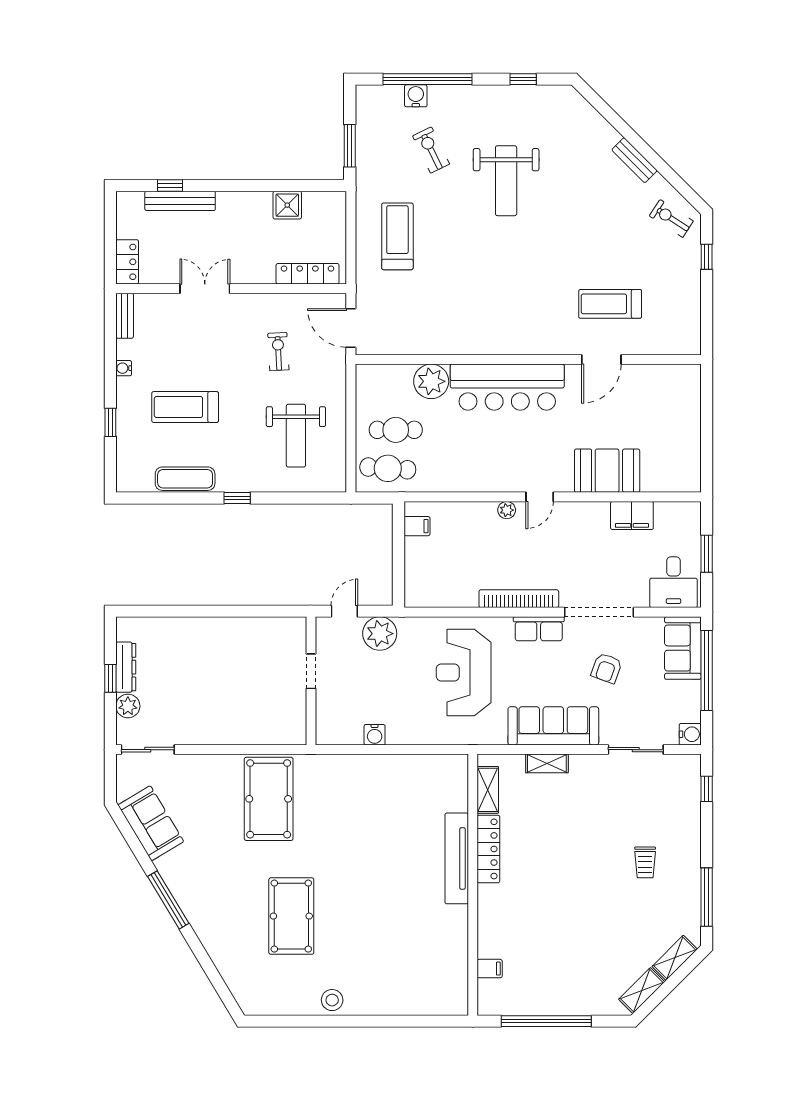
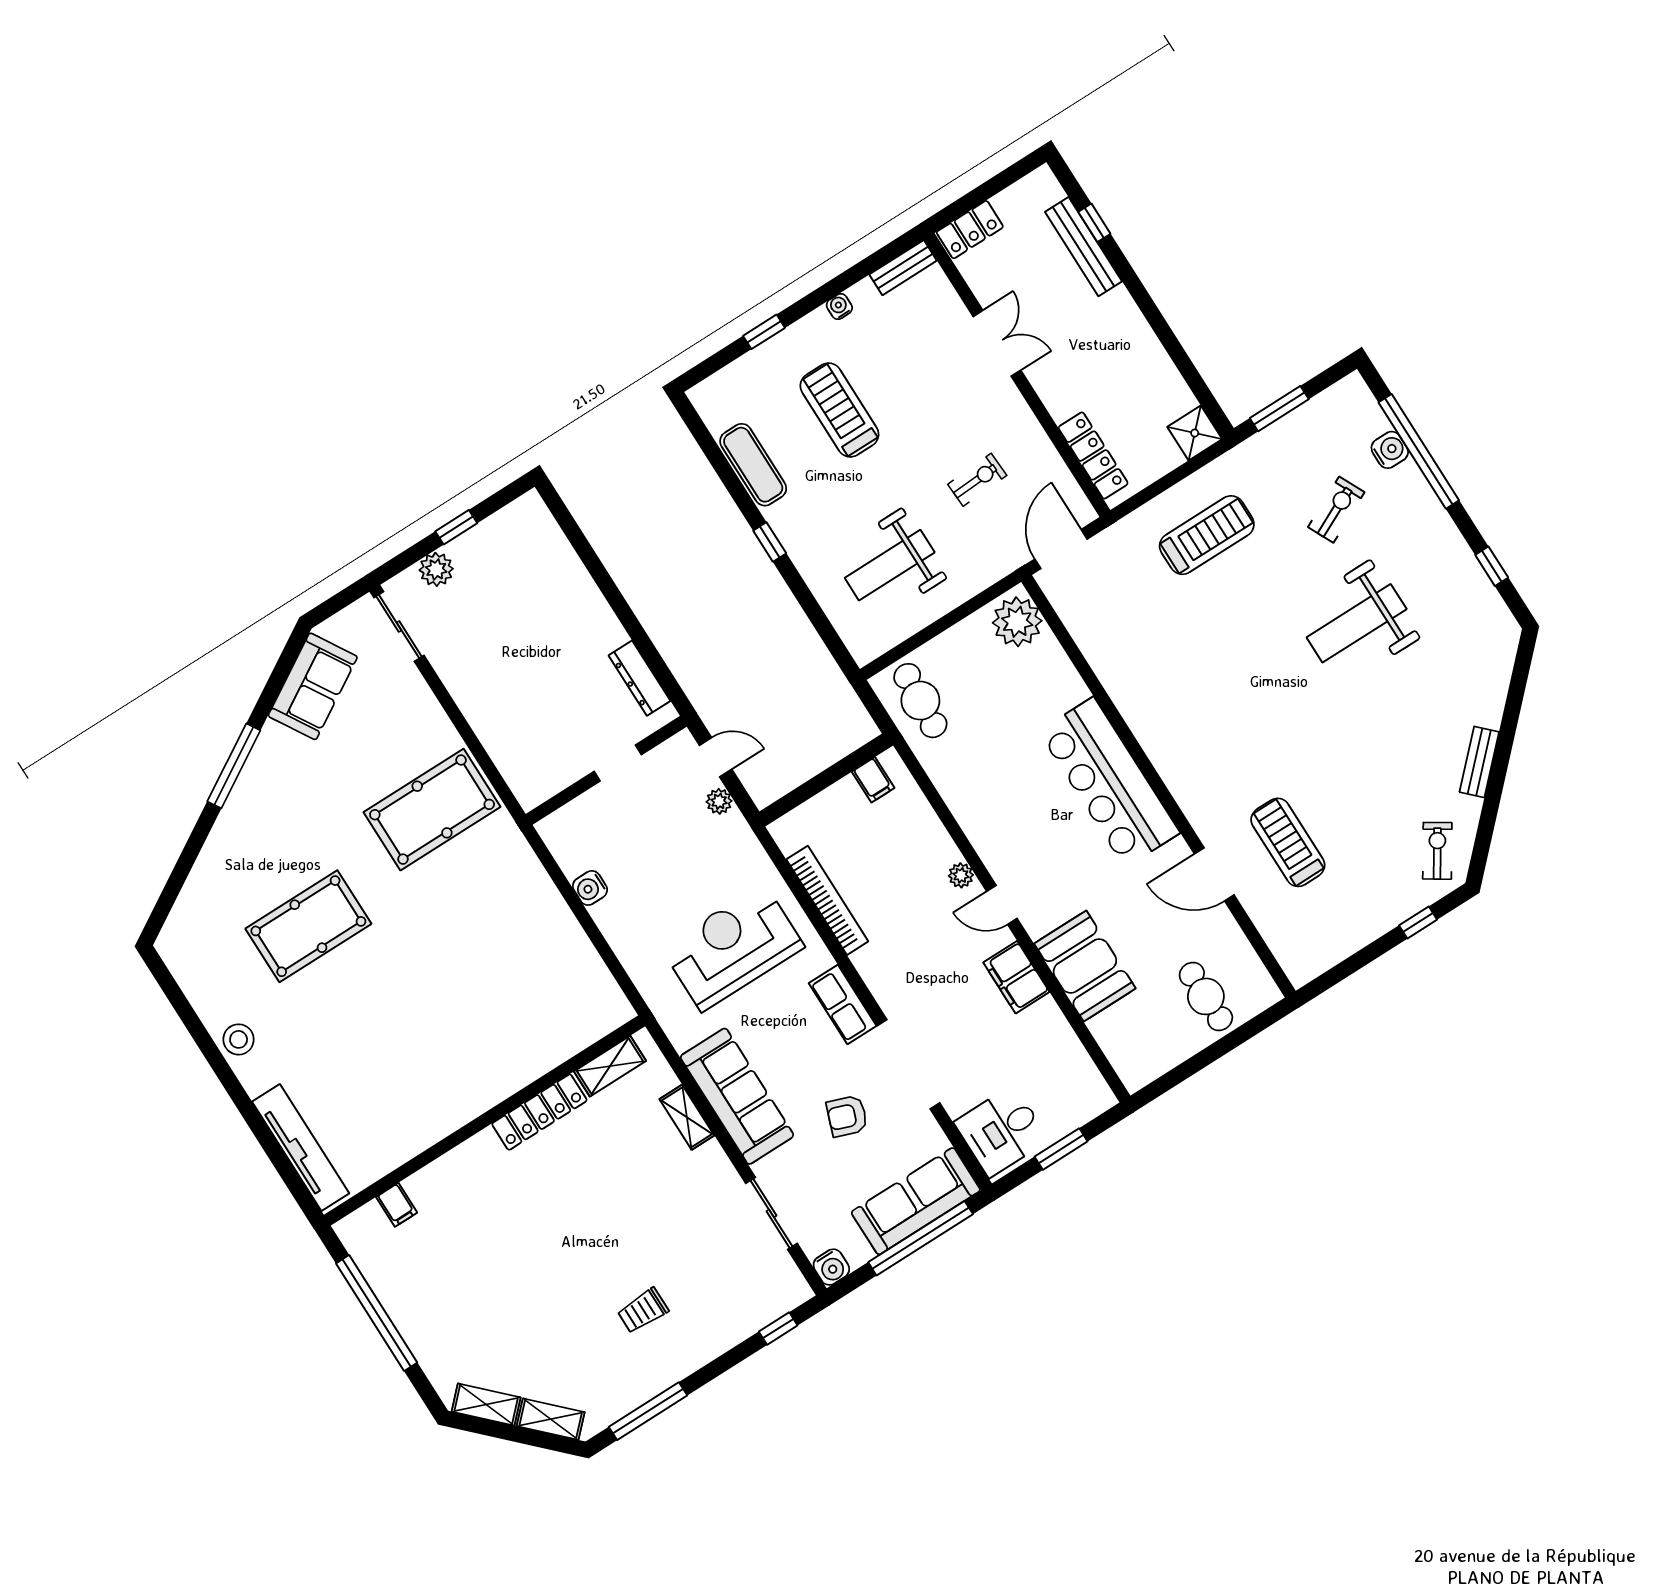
shower: (287, 205) -> (1195, 433), moved
plant: (431, 381) -> (1017, 622), moved
cafe table: (396, 430) -> (1206, 996), moved
filing cabinet: (632, 516) -> (1016, 977), moved
bookcase: (519, 599) -> (827, 900), moved
plant: (380, 634) -> (719, 801), width x0.53, depth x0.53
sofa: (683, 648) -> (916, 1201), width x1.36
dresser: (126, 667) -> (639, 678), moved, turned 90
tv unit: (457, 858) -> (301, 1148), moved, turned 90

